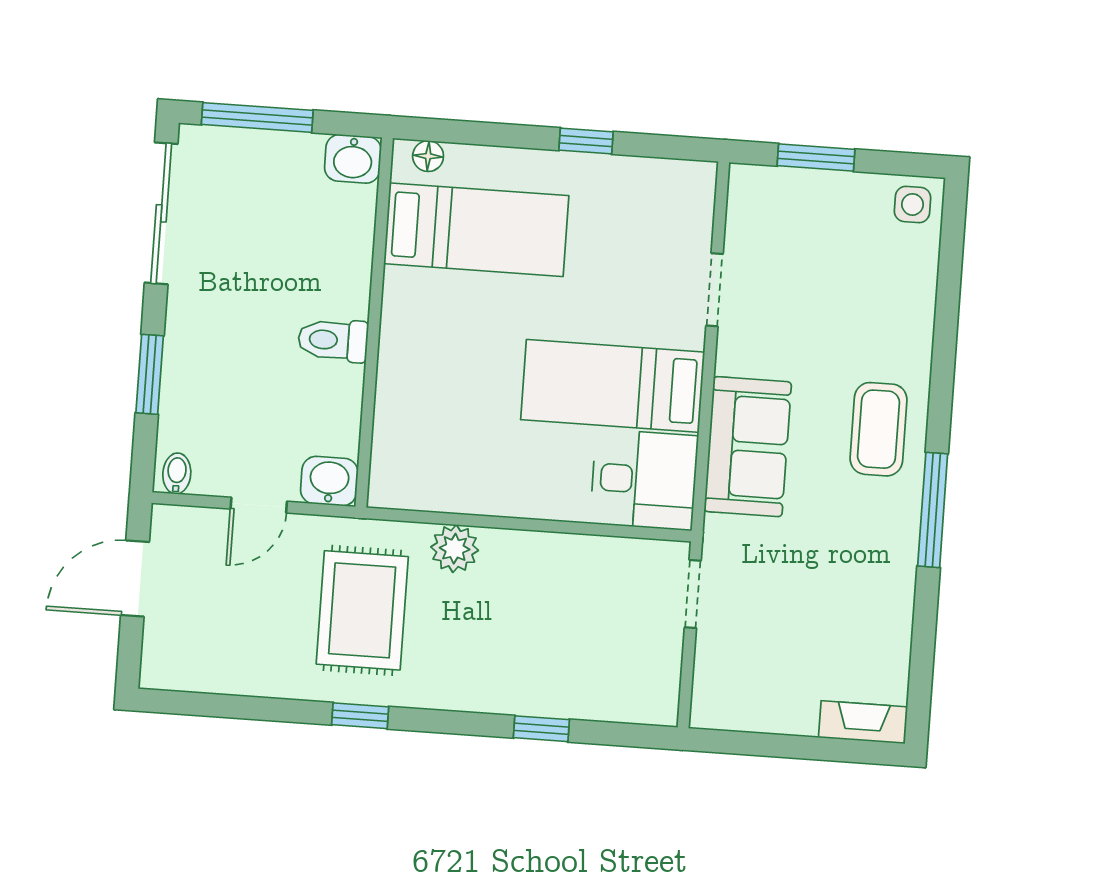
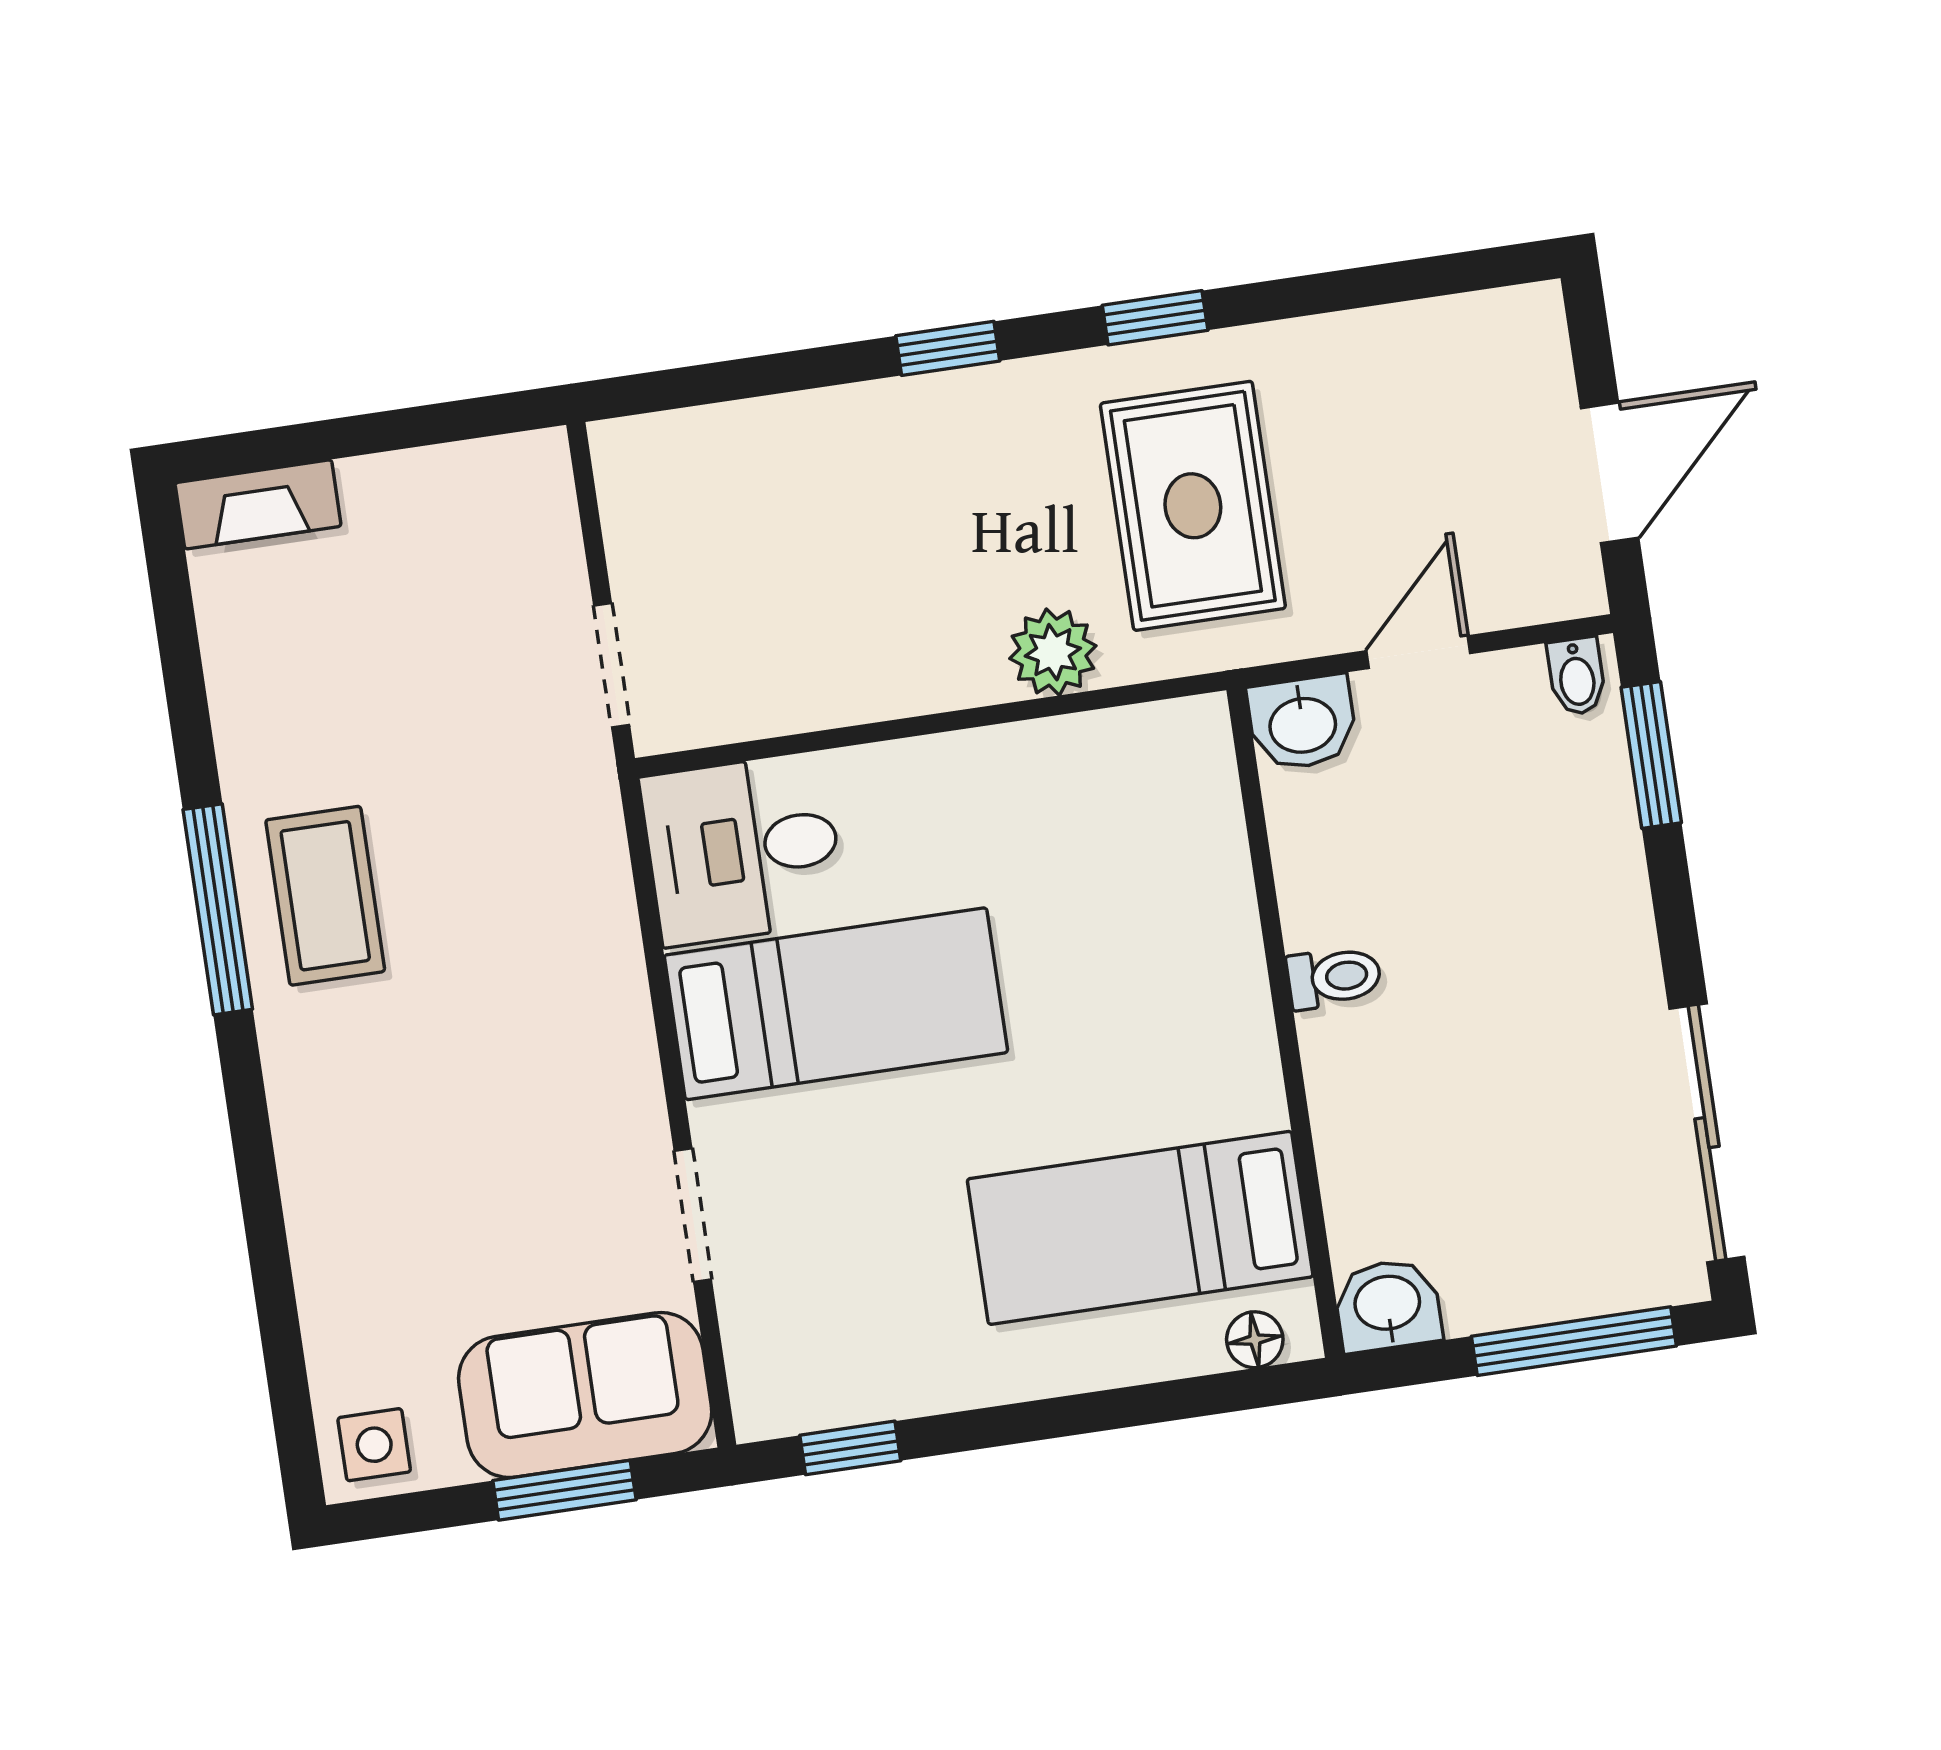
window: (586, 141) -> (850, 1448), moved
toilet: (333, 340) -> (1334, 977), width x0.73, depth x0.72
window: (150, 374) -> (1651, 755), moved
coffee table: (879, 429) -> (325, 896), moved
sofa: (748, 447) -> (585, 1395), moved, turned 90
window: (541, 729) -> (948, 348), moved

